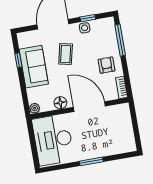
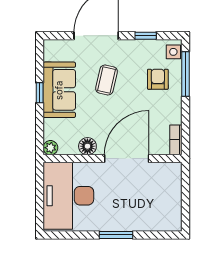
side table: (85, 28) -> (173, 52), moved
window: (18, 60) -> (40, 93), moved
armchair: (106, 65) -> (158, 79), moved
door: (89, 107) -> (127, 159), hinge flipped

